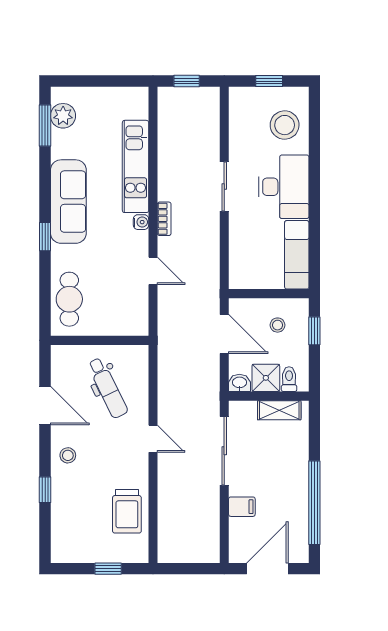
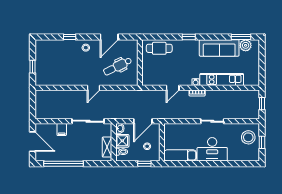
stool: (285, 125) -> (248, 137), moved
sofa: (68, 202) -> (219, 48), moved
trolley: (127, 511) -> (59, 75), removed

